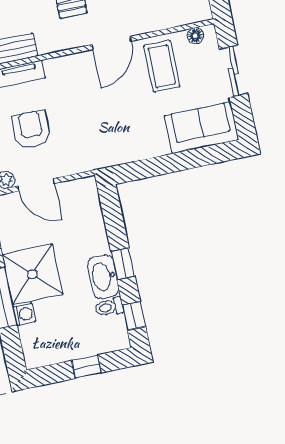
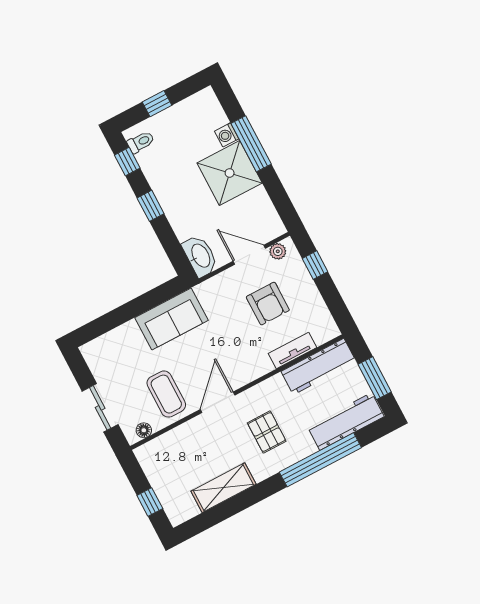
sofa: (202, 128) -> (171, 319), moved
washbasin: (103, 277) -> (200, 256), moved
toilet: (109, 307) -> (141, 142), moved

